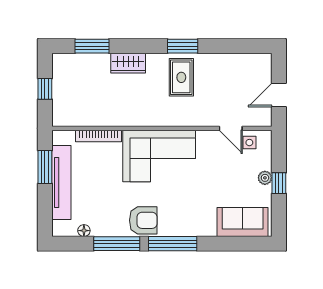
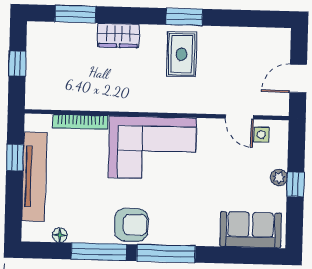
window: (45, 167) -> (15, 158), width x0.67

